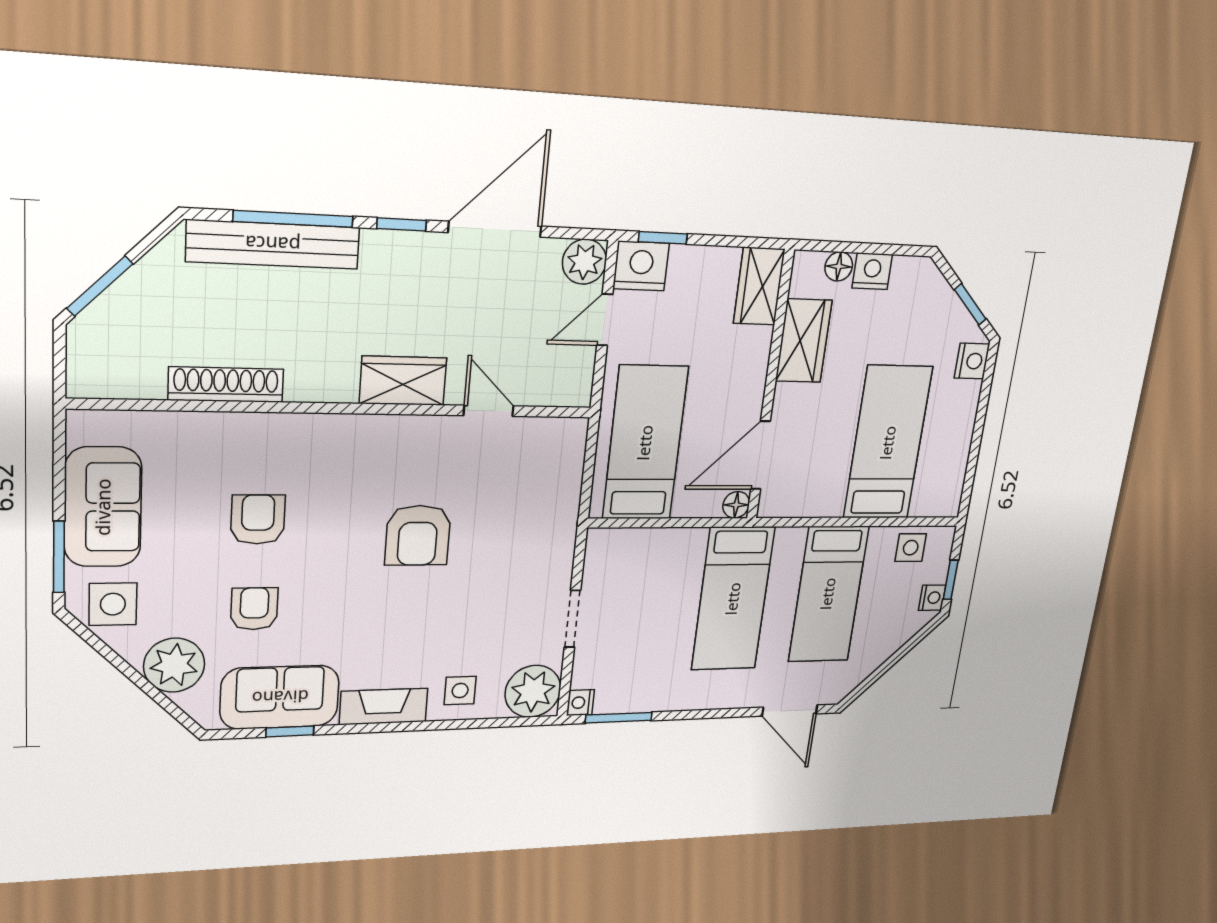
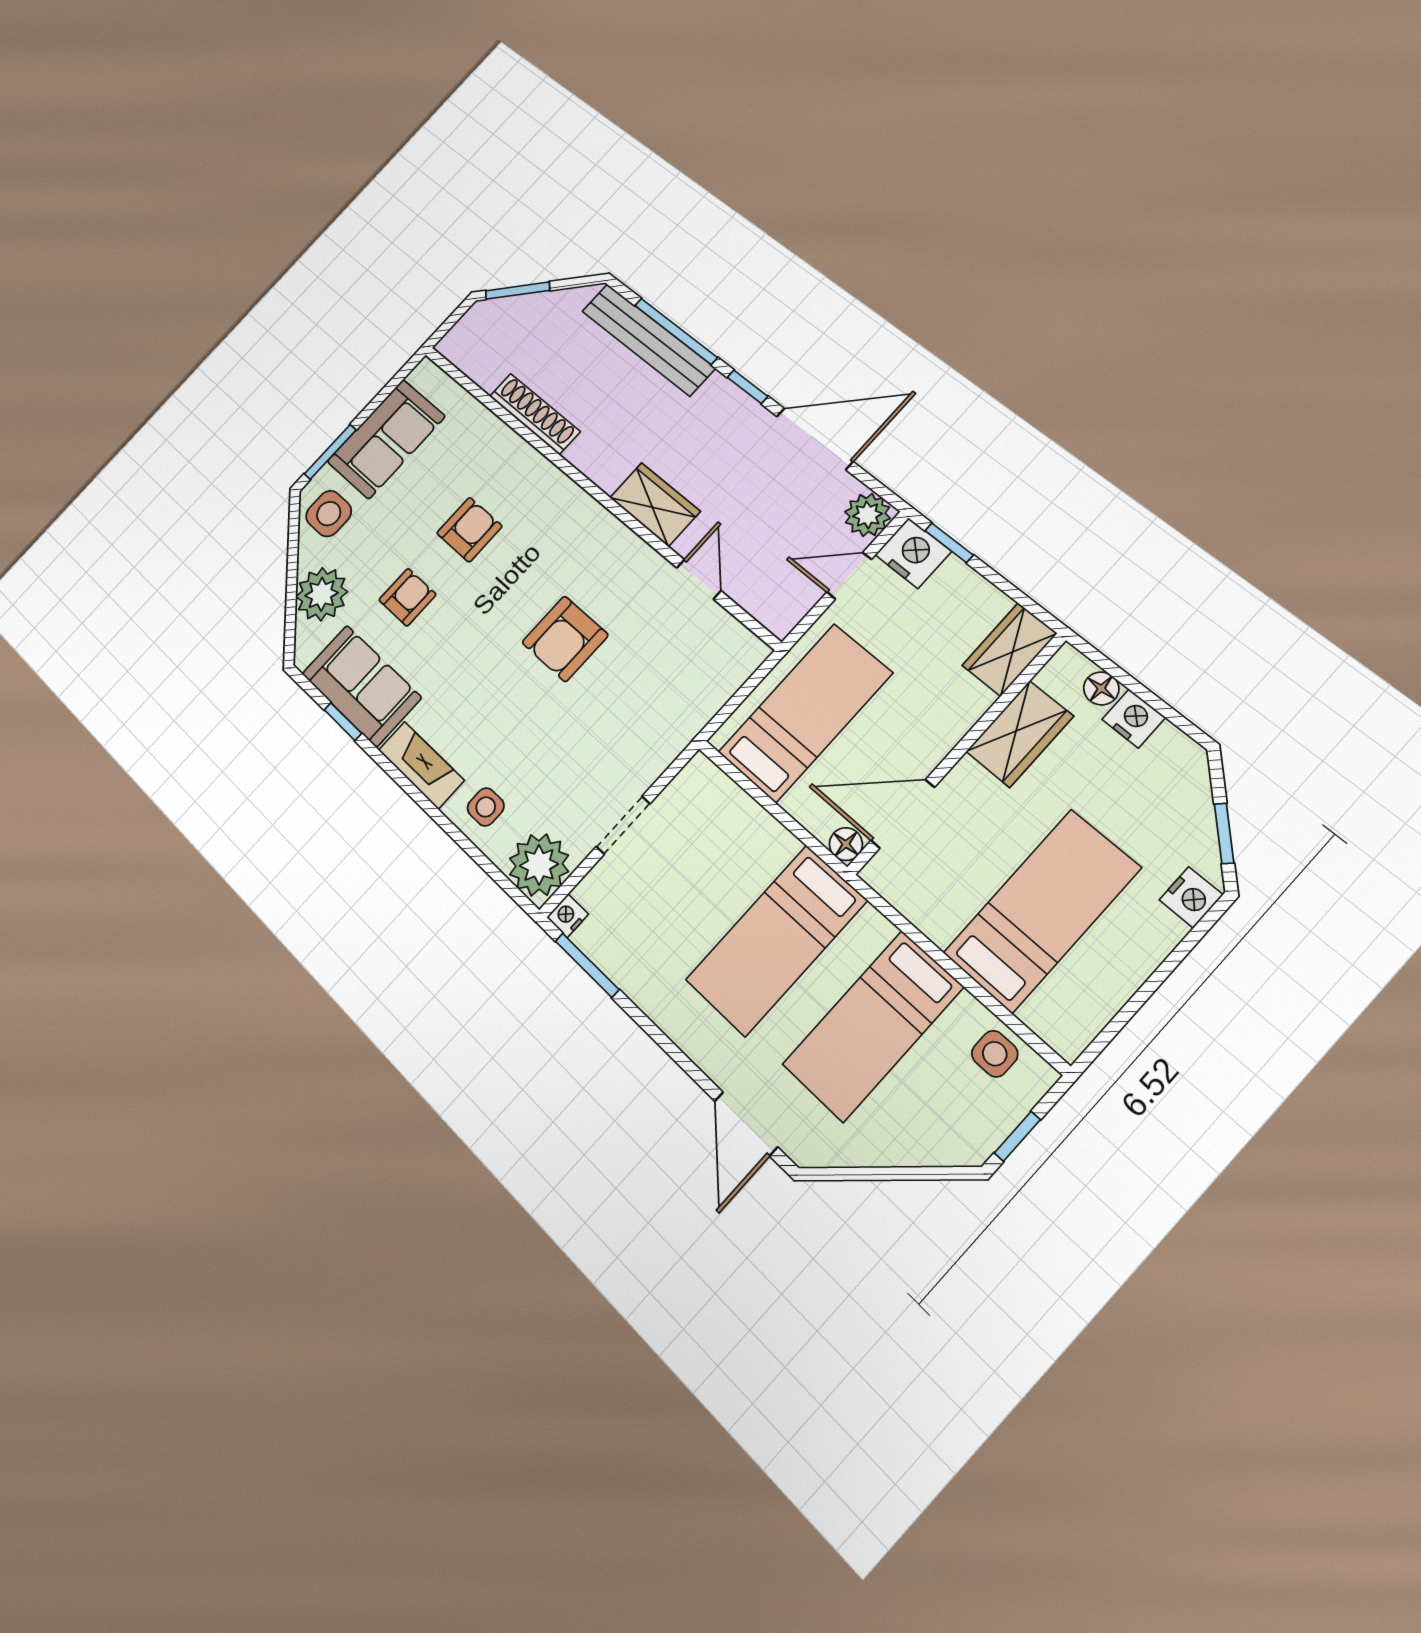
nightstand: (932, 598) -> (983, 1138), removed

